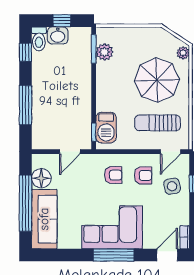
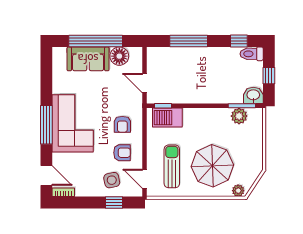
washbasin: (58, 35) -> (253, 95), moved, turned 90
armchair: (143, 175) -> (122, 153), turned -90
sofa: (44, 219) -> (88, 59), width x0.73

